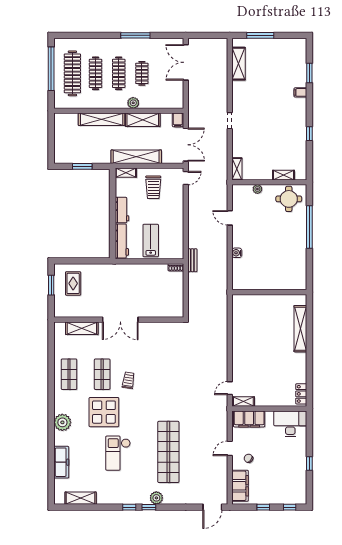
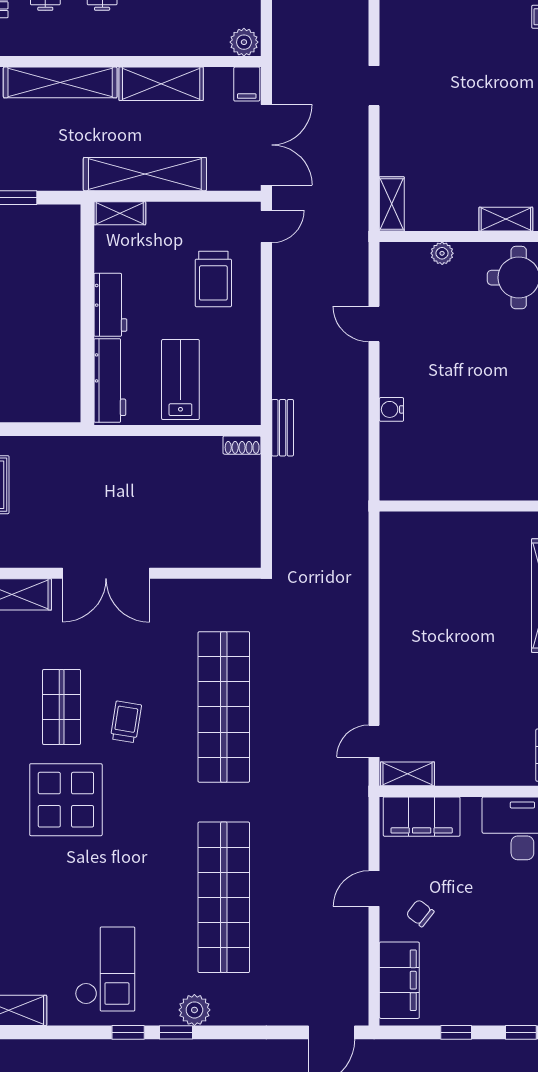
plant: (133, 103) -> (244, 42), moved
trolley: (153, 187) -> (213, 279), moved
shop shelf: (168, 374) -> (224, 707), added
checkout: (118, 453) -> (105, 969), moved, turned 180

